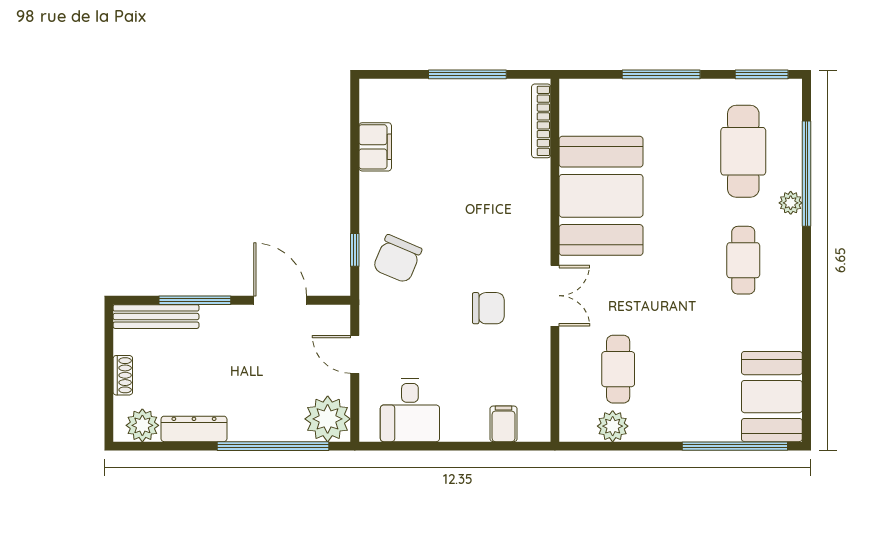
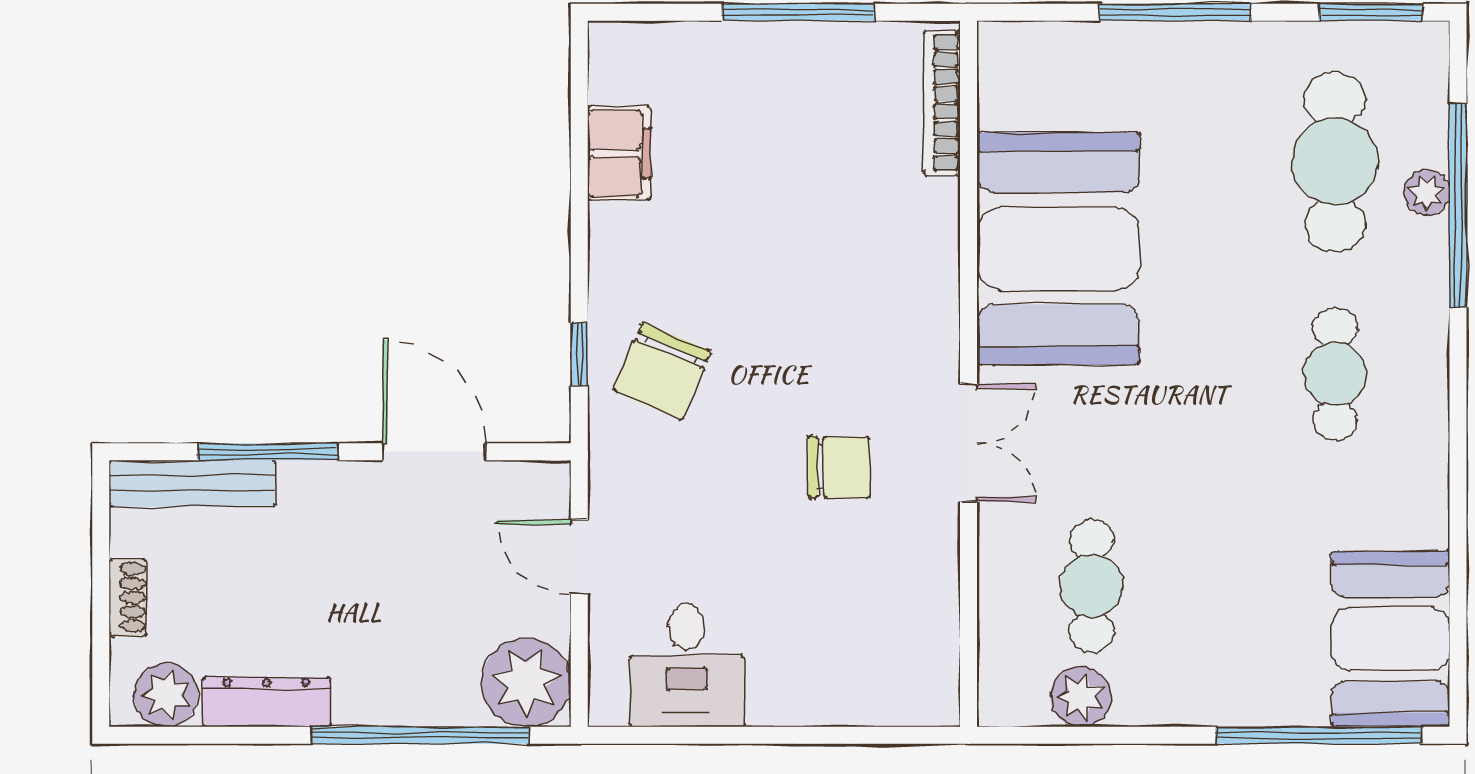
plant: (791, 203) -> (1427, 193), moved
filing cabinet: (504, 424) -> (869, 692), removed

